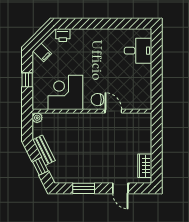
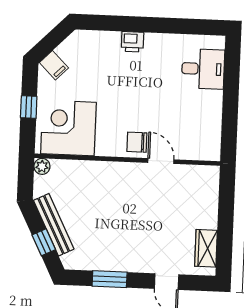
printer: (63, 35) -> (132, 42), moved
corner desk: (65, 92) -> (68, 128), moved
bench: (44, 150) -> (54, 225), width x1.36

